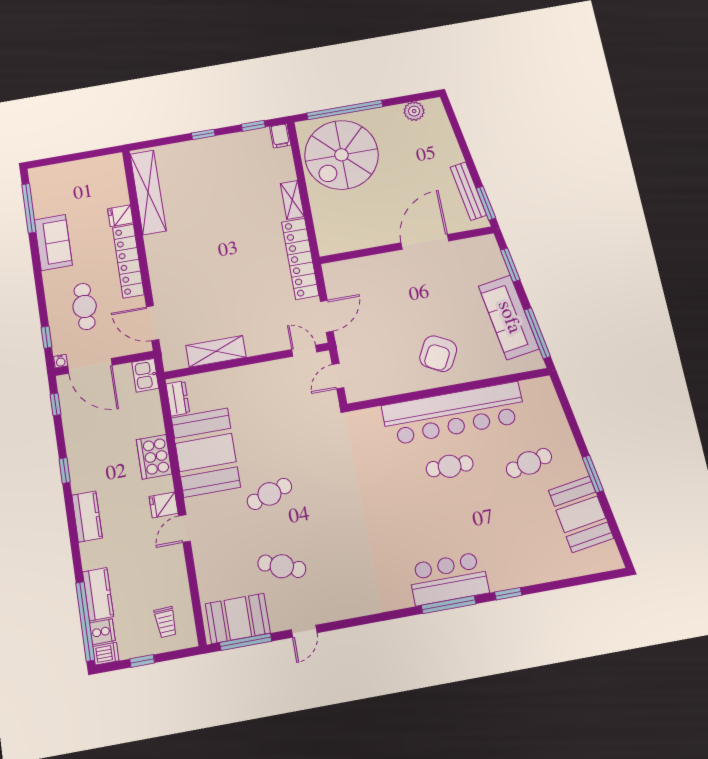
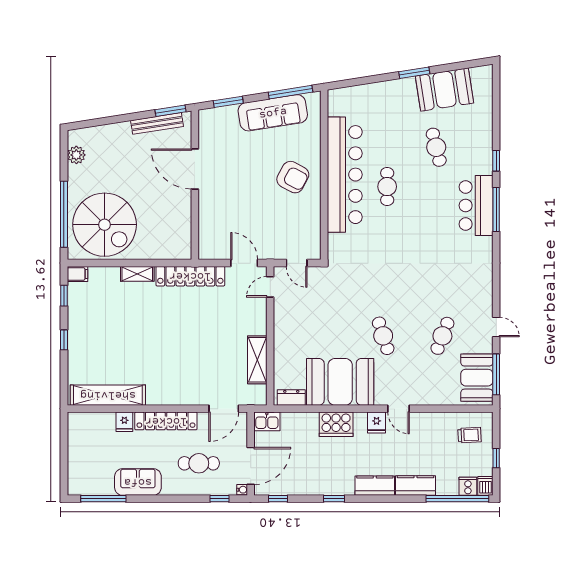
cafe table: (529, 463) -> (436, 147), moved
kitchen counter: (98, 594) -> (415, 485), moved

